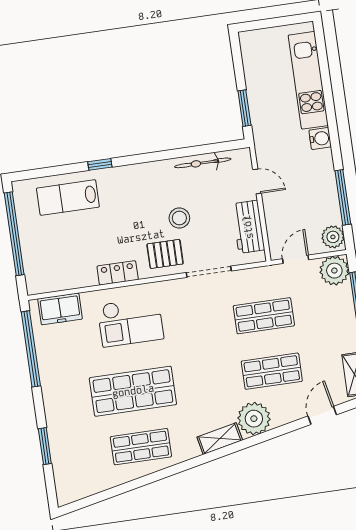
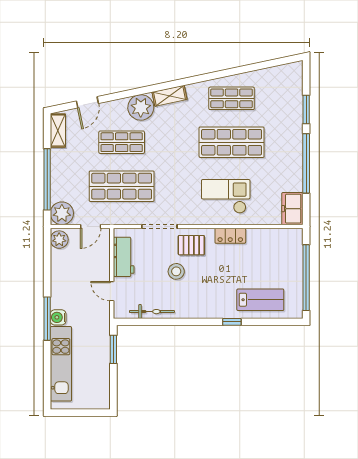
window: (343, 197) -> (47, 319), moved
freezer: (60, 309) -> (292, 209), moved, turned -90
shop shelf: (264, 316) -> (122, 186), width x1.43, depth x1.36
window: (31, 349) -> (306, 163), moved

